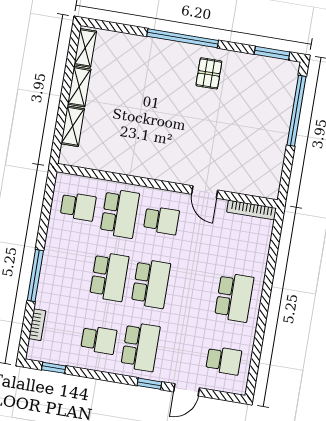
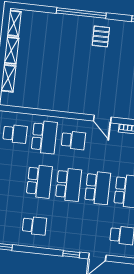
school desk: (140, 347) -> (98, 188), moved

